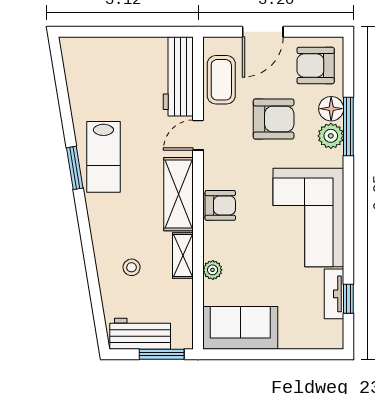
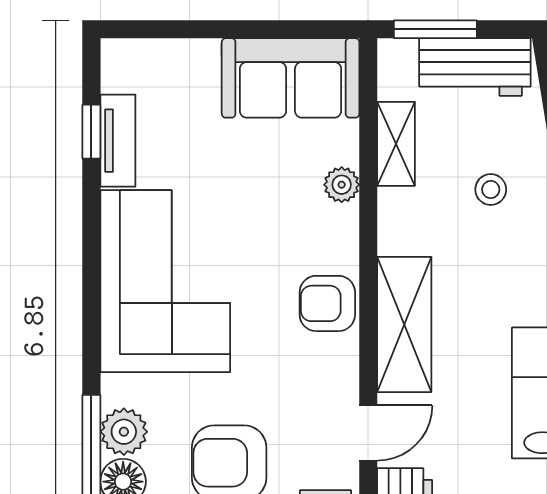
shelving: (183, 255) -> (396, 144), moved

